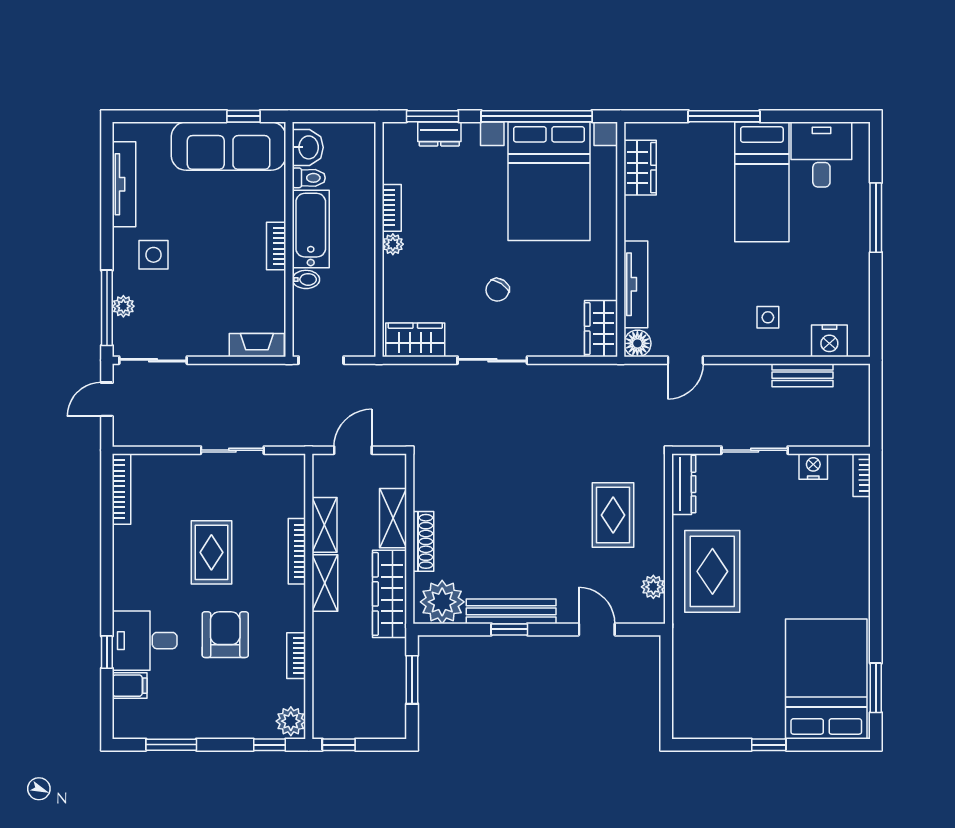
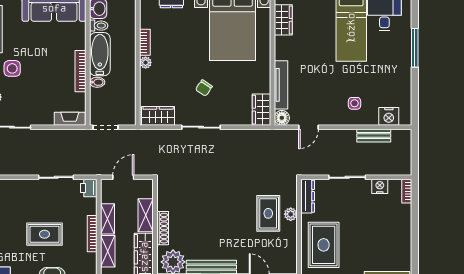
bookcase: (276, 246) -> (81, 71), width x1.56
printer: (291, 469) -> (89, 188), added
rug: (211, 552) -> (44, 234), turned 90
plant: (653, 587) -> (291, 214), moved

